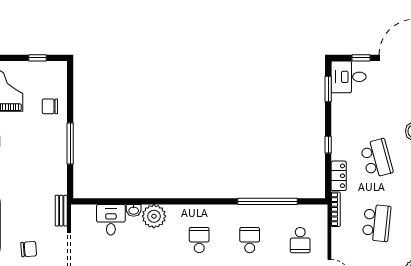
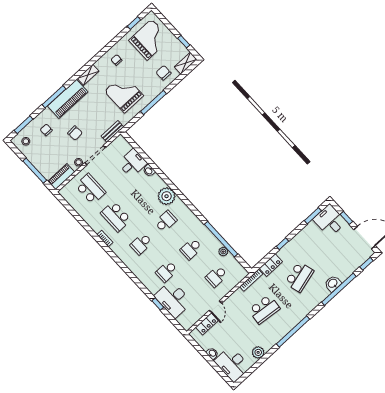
shelving: (61, 76) -> (186, 63), added
grand piano: (34, 165) -> (124, 93), added
plant: (282, 211) -> (223, 252), added
plant: (154, 216) -> (167, 196), moved
school desk: (250, 240) -> (191, 249), turned 180

